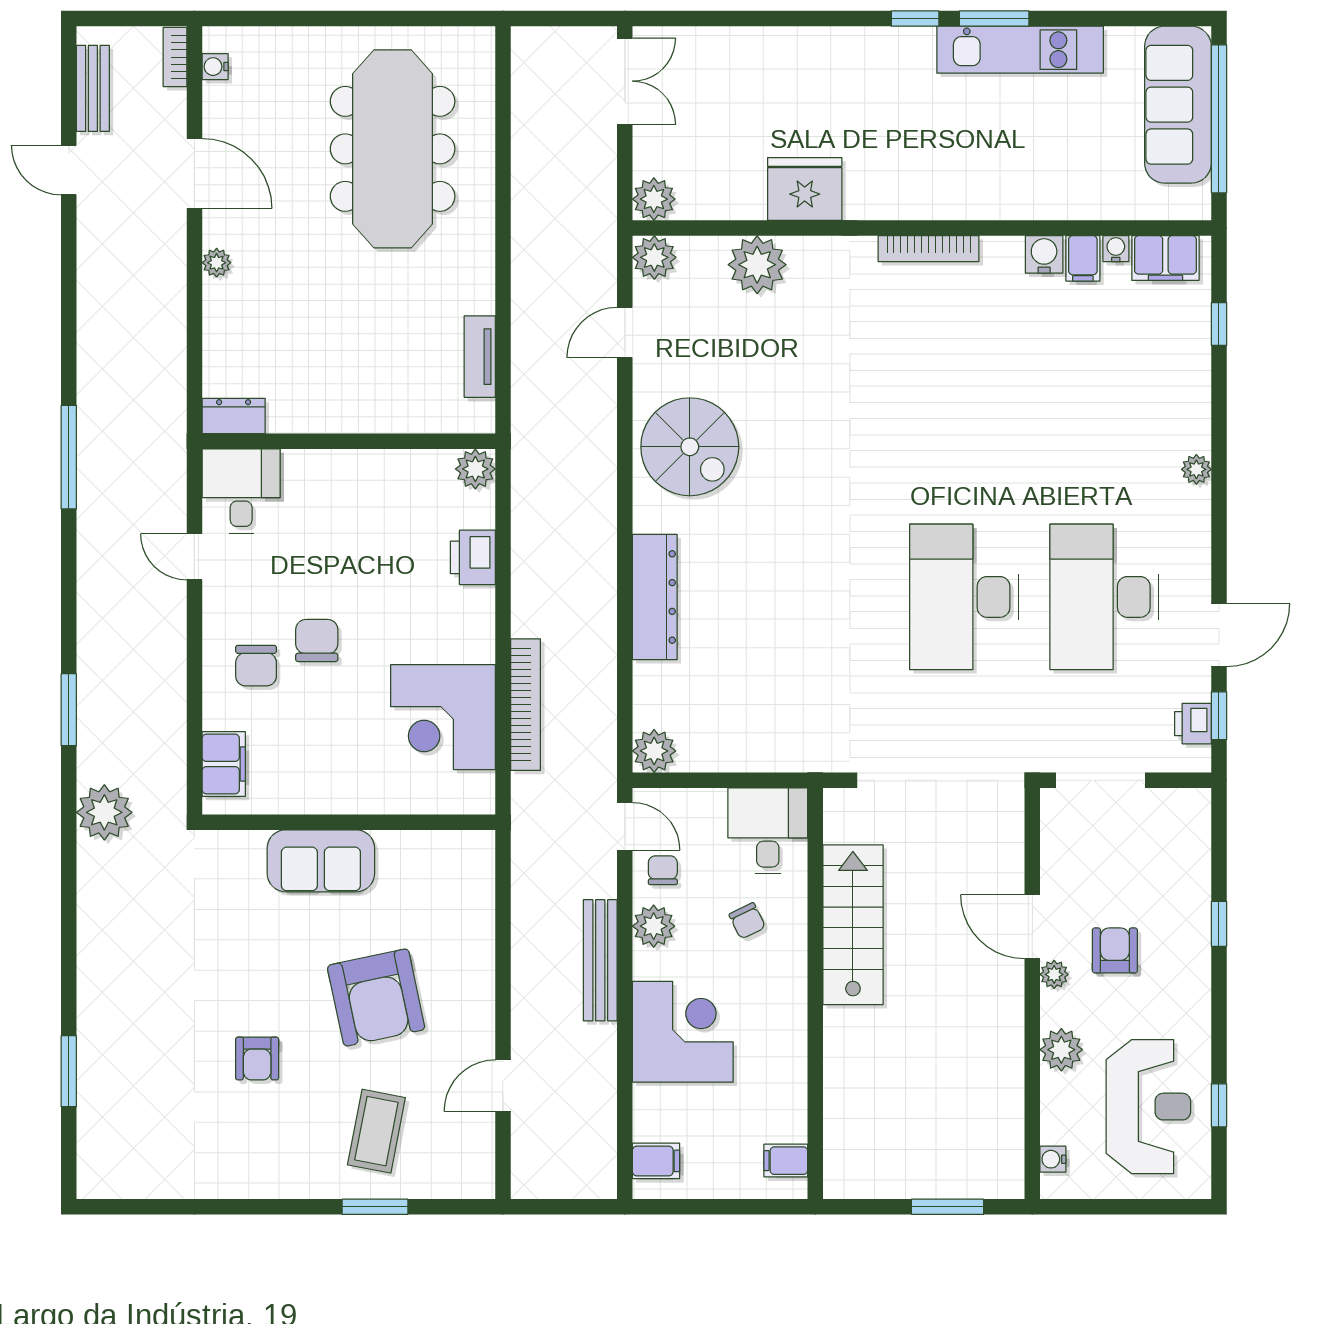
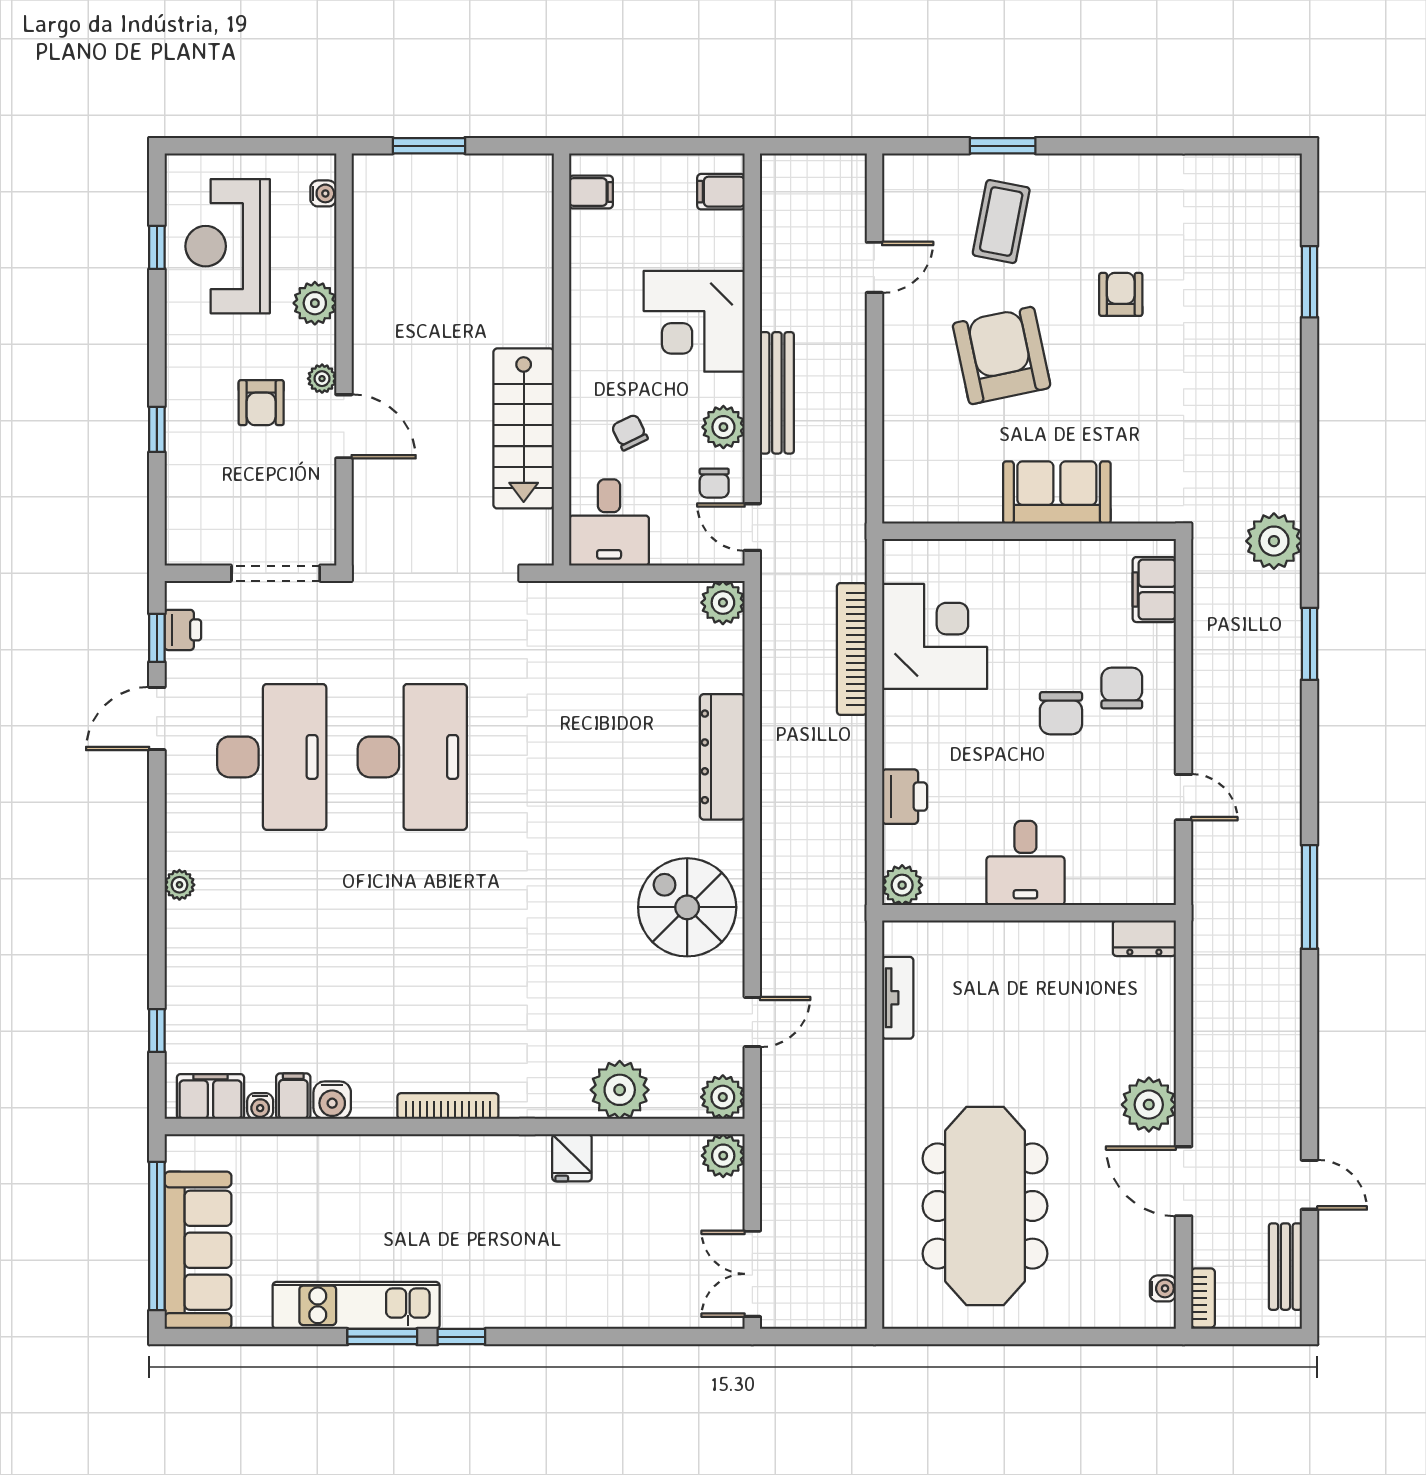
fridge: (805, 189) -> (572, 1158), width x0.53, depth x0.75
plant: (217, 263) -> (1149, 1105), width x1.88, depth x1.88
desk: (241, 491) -> (1025, 863), moved

